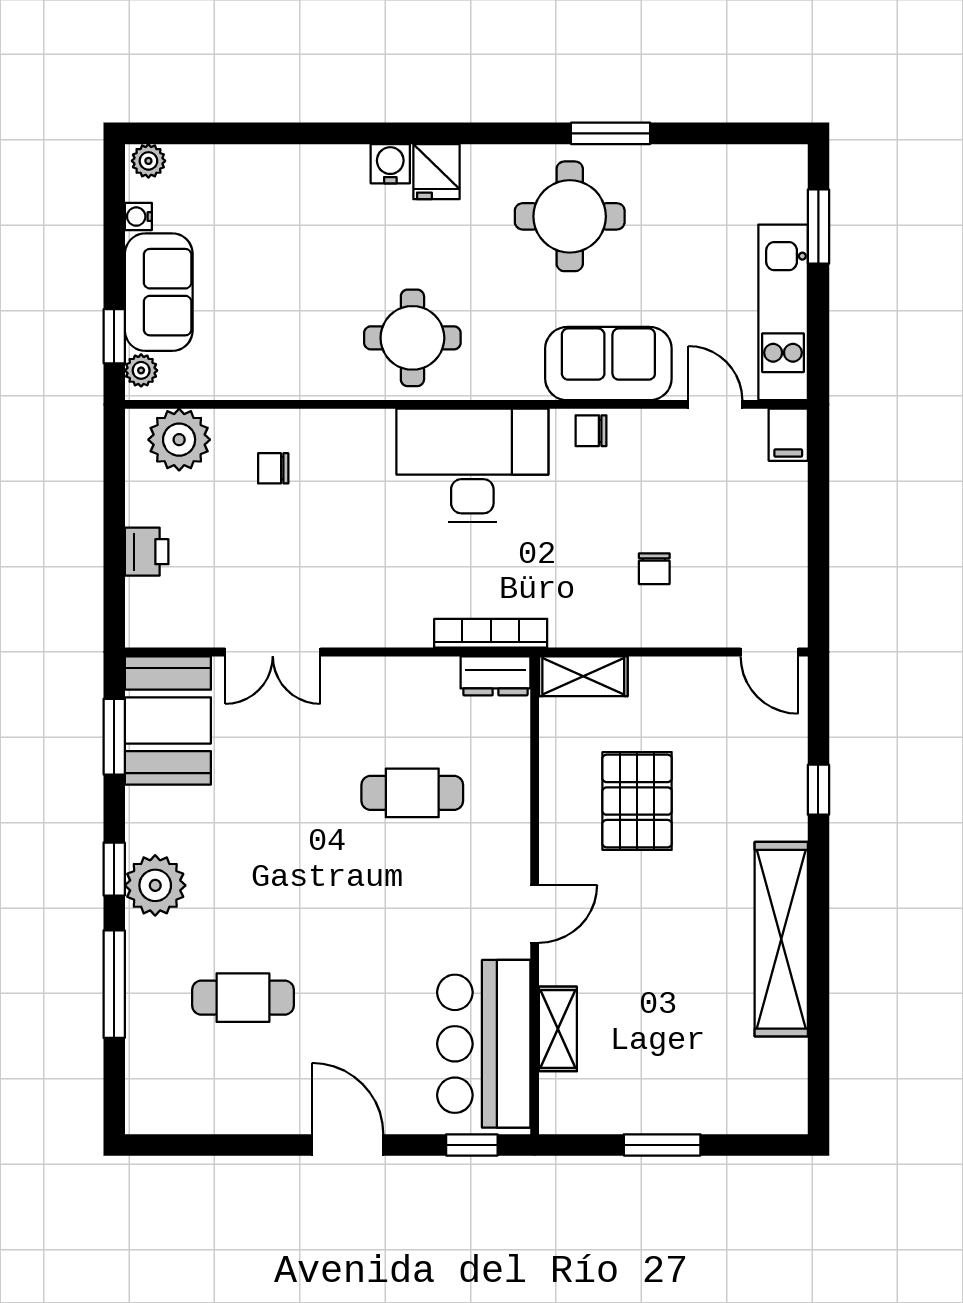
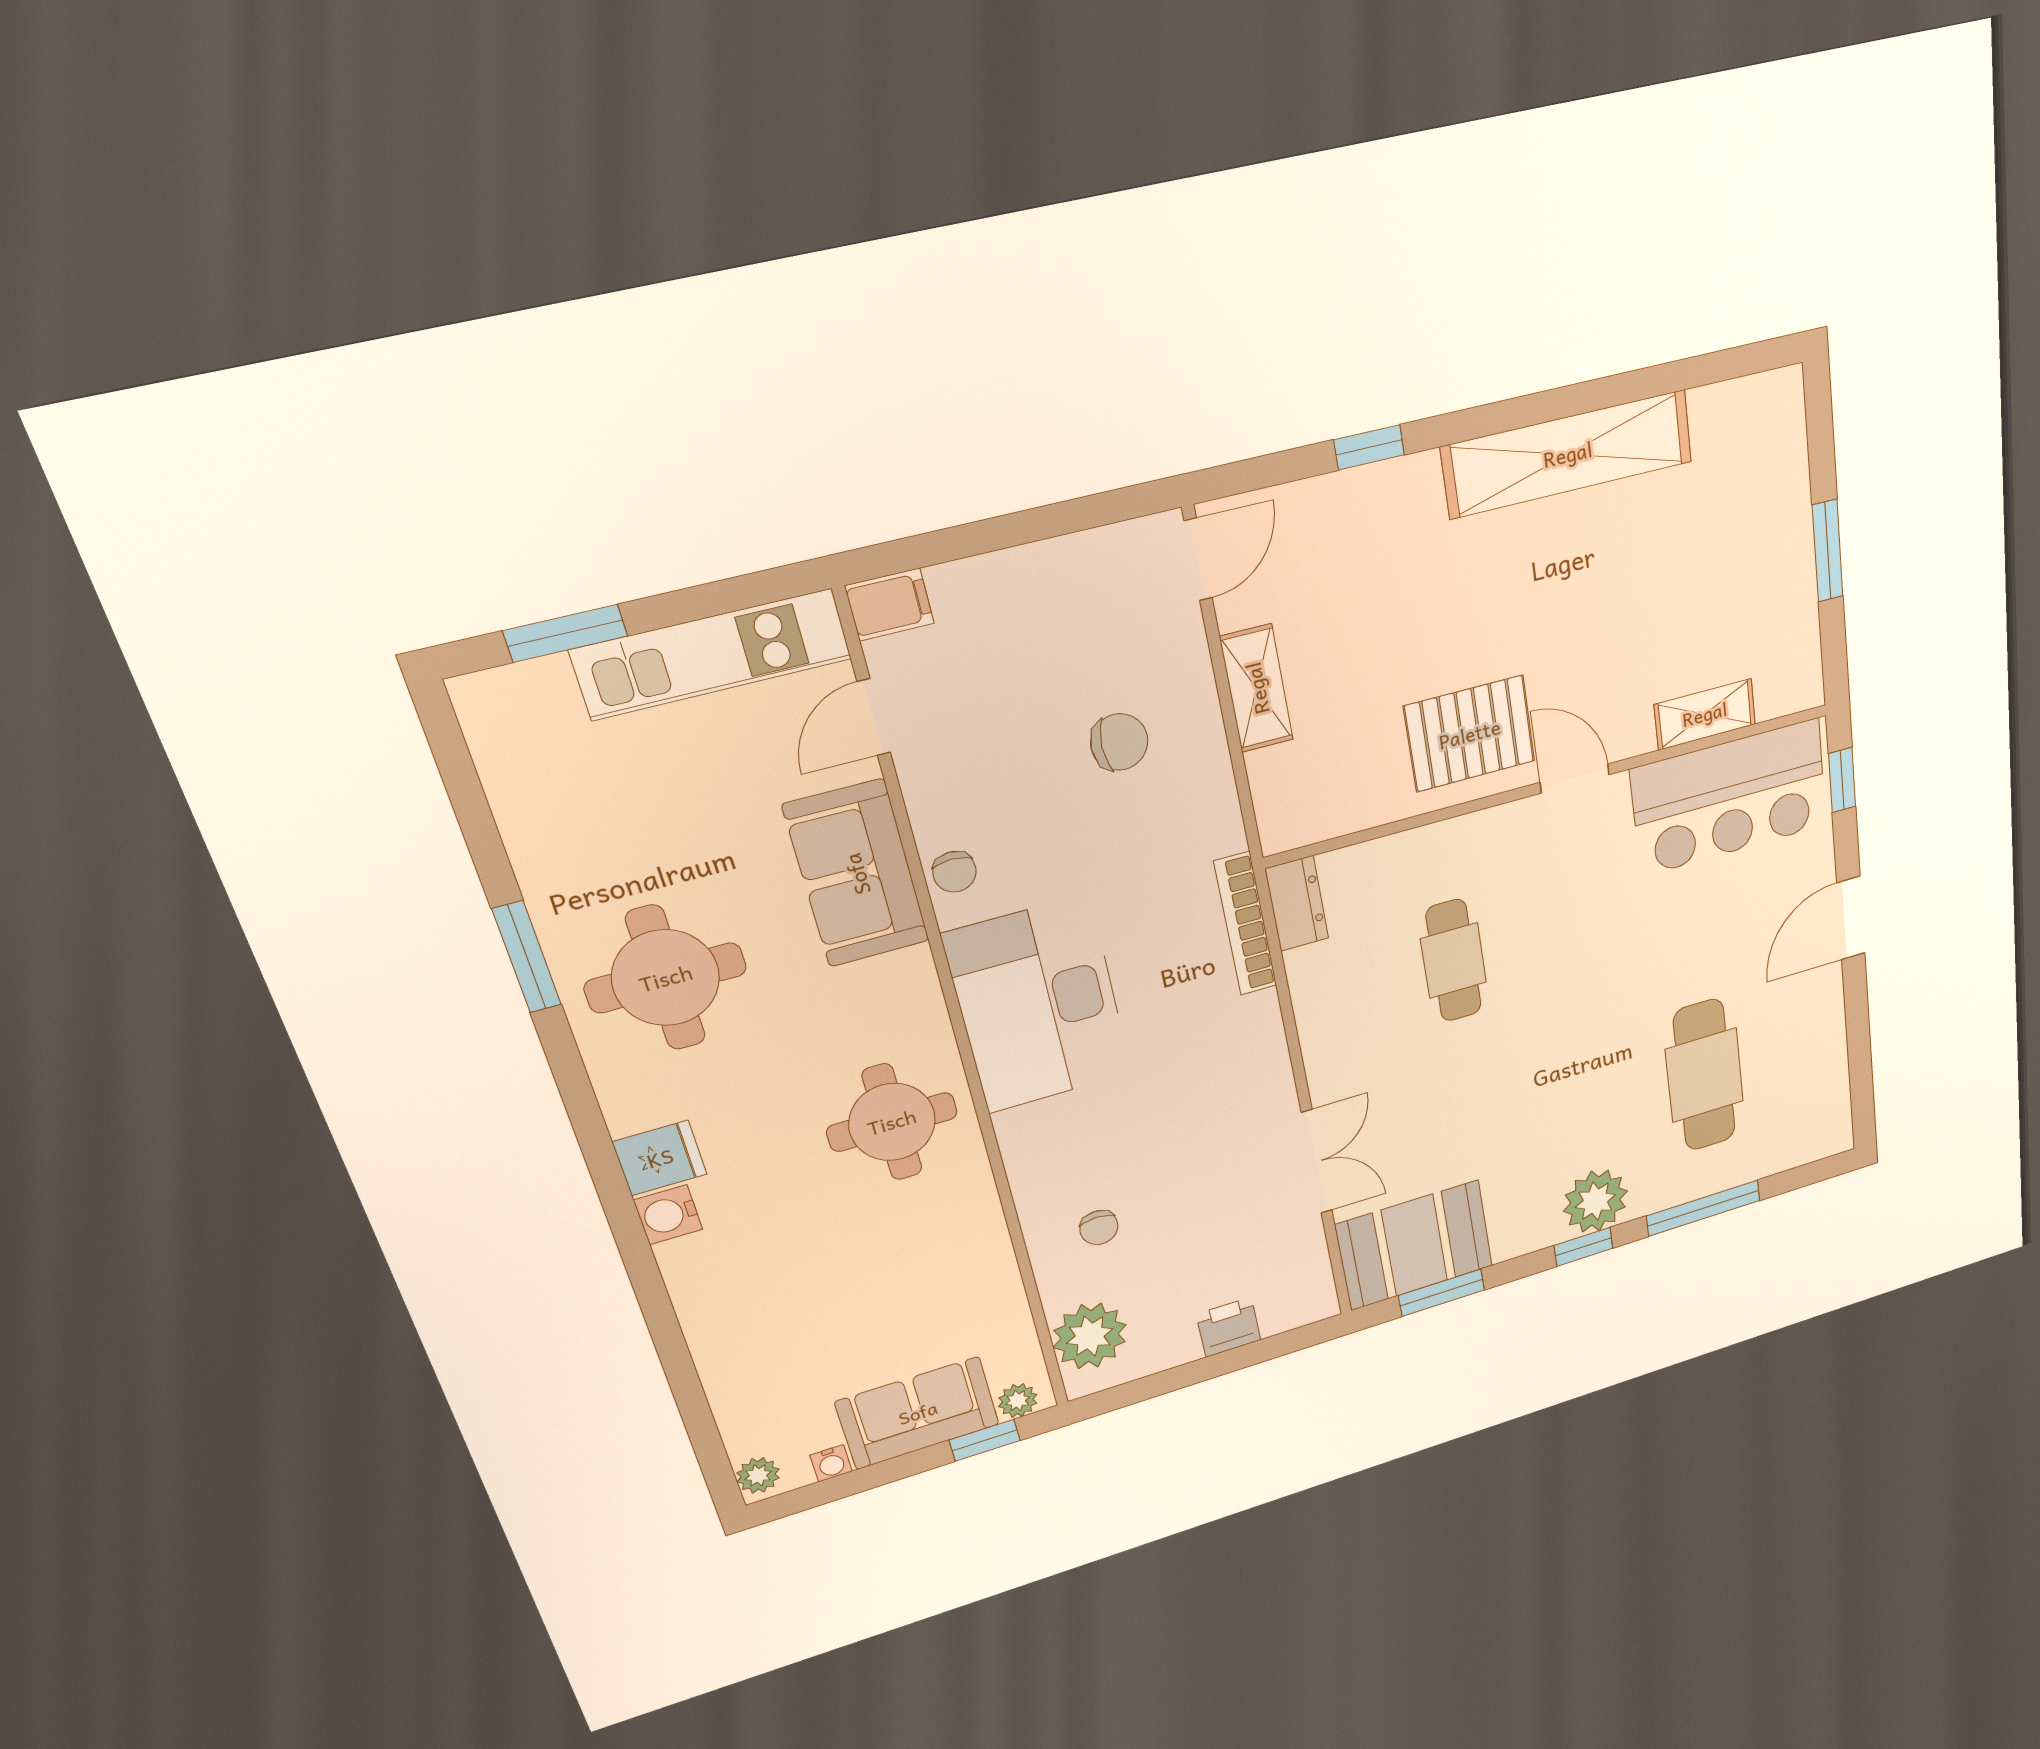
chair: (654, 569) -> (1119, 742), width x1.37, depth x1.37
shelving: (583, 676) -> (1257, 688), moved
pallet: (637, 801) -> (1470, 734), moved
cafe table: (243, 998) -> (1704, 1075), width x1.37, depth x1.35

